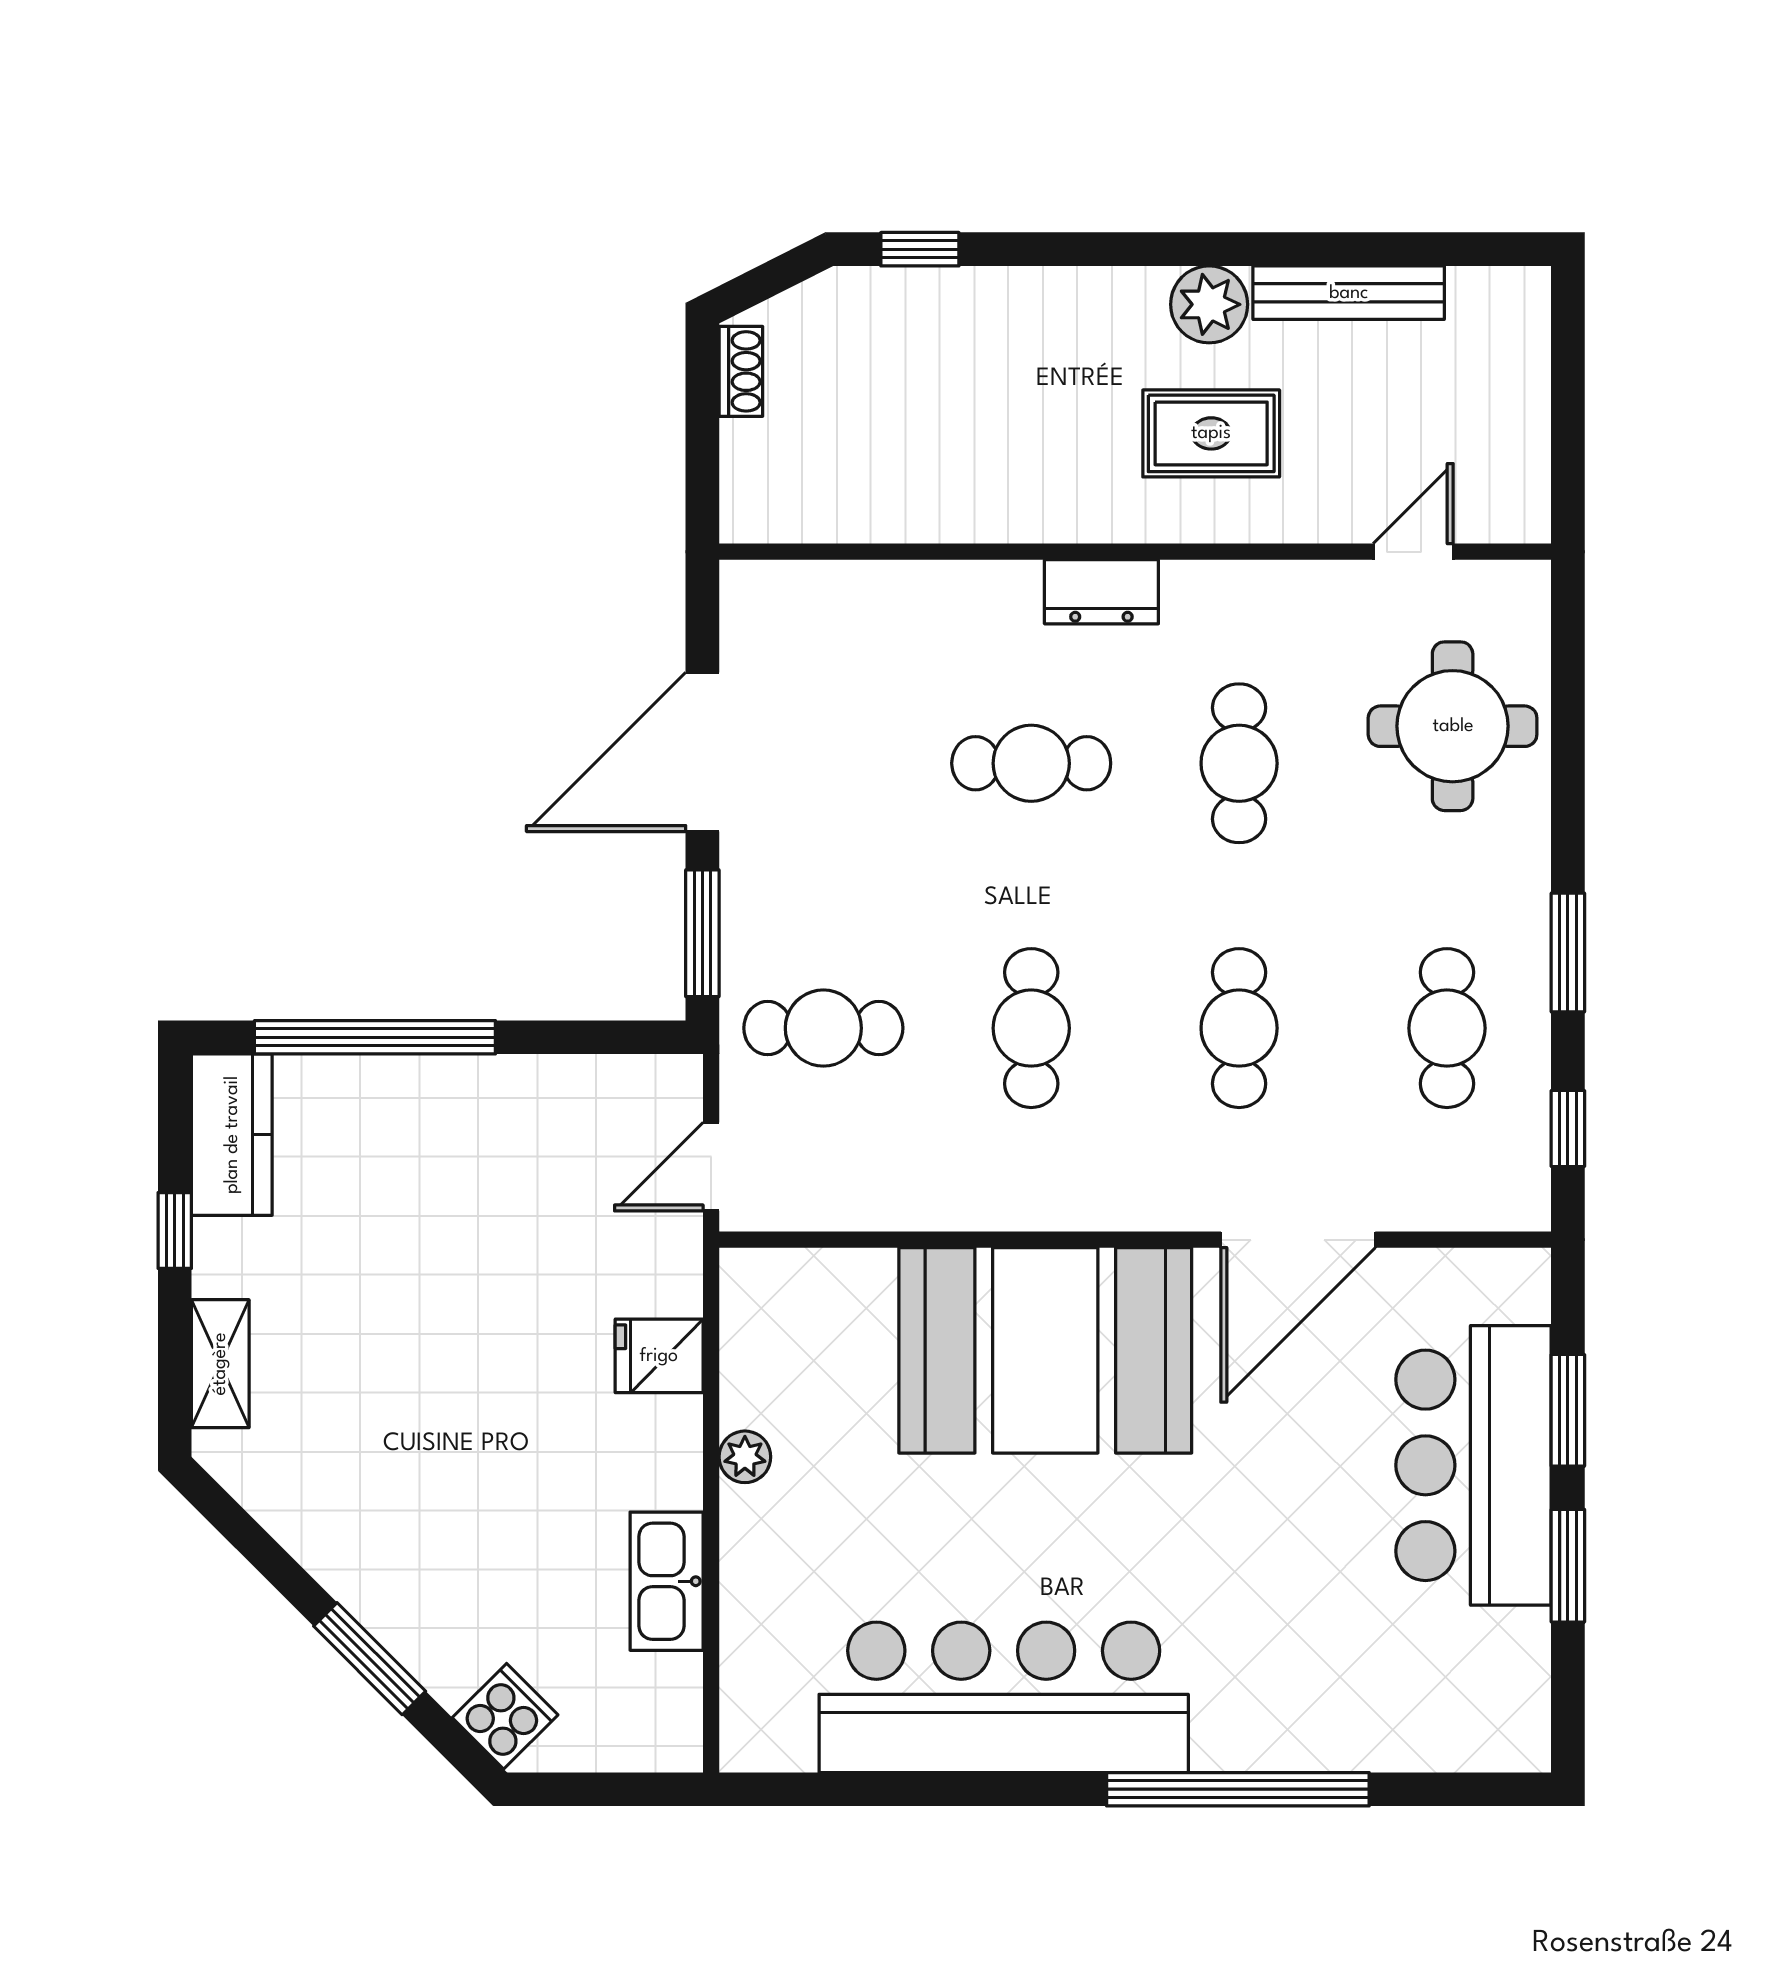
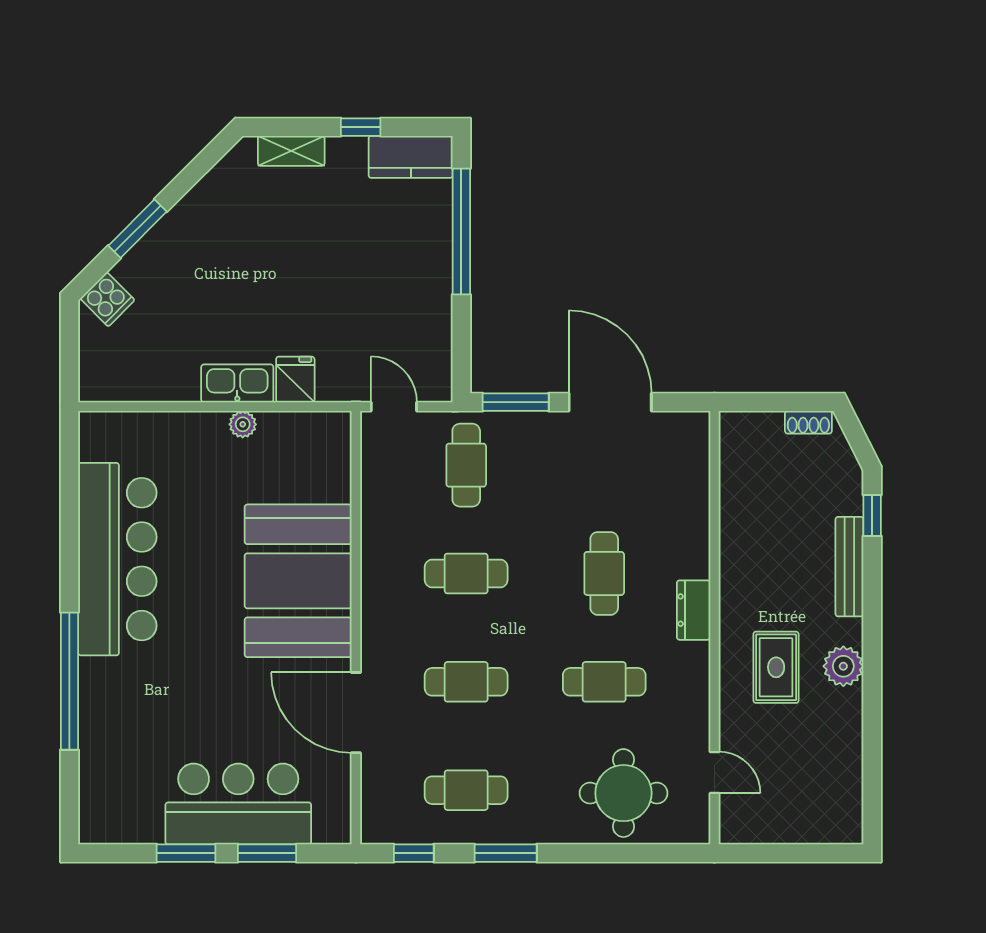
bench: (1349, 293) -> (849, 567), moved
kitchen sink: (667, 1581) -> (237, 383), moved

